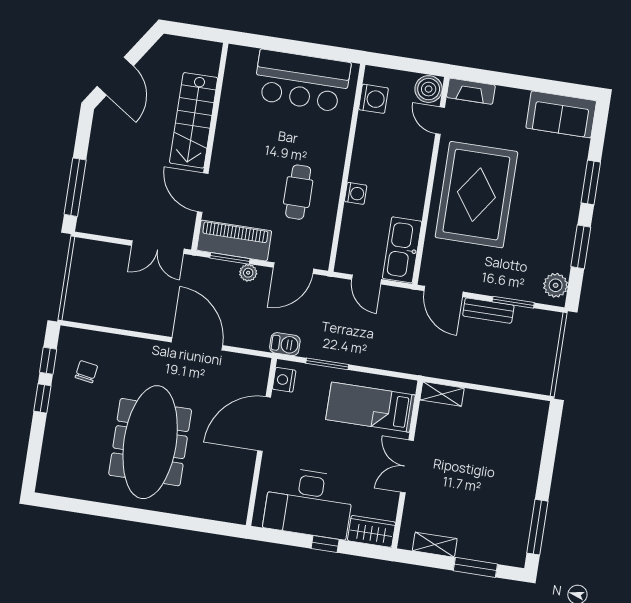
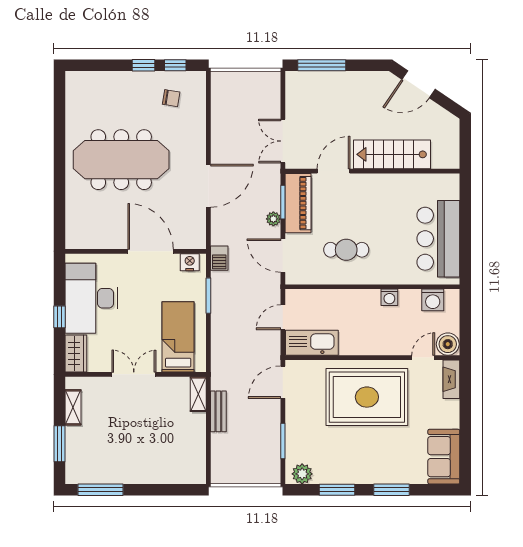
washing machine: (356, 193) -> (389, 297), moved
bench: (488, 311) -> (218, 411), moved

